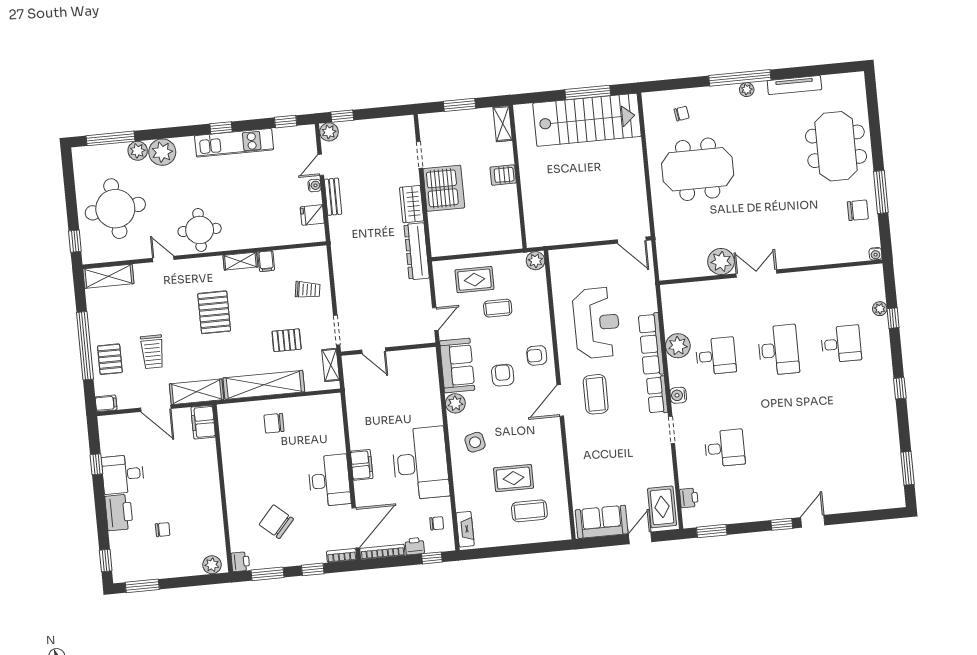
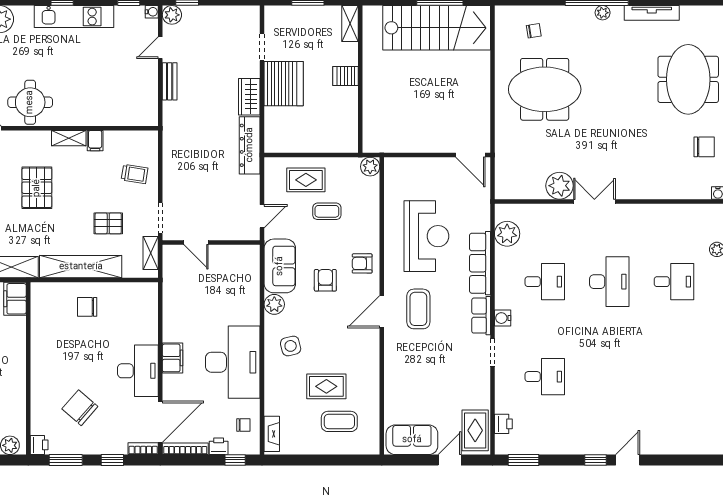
water cooler: (314, 185) -> (152, 12), moved
fridge: (312, 215) -> (147, 98), removed
plant: (678, 346) -> (507, 234), moved

